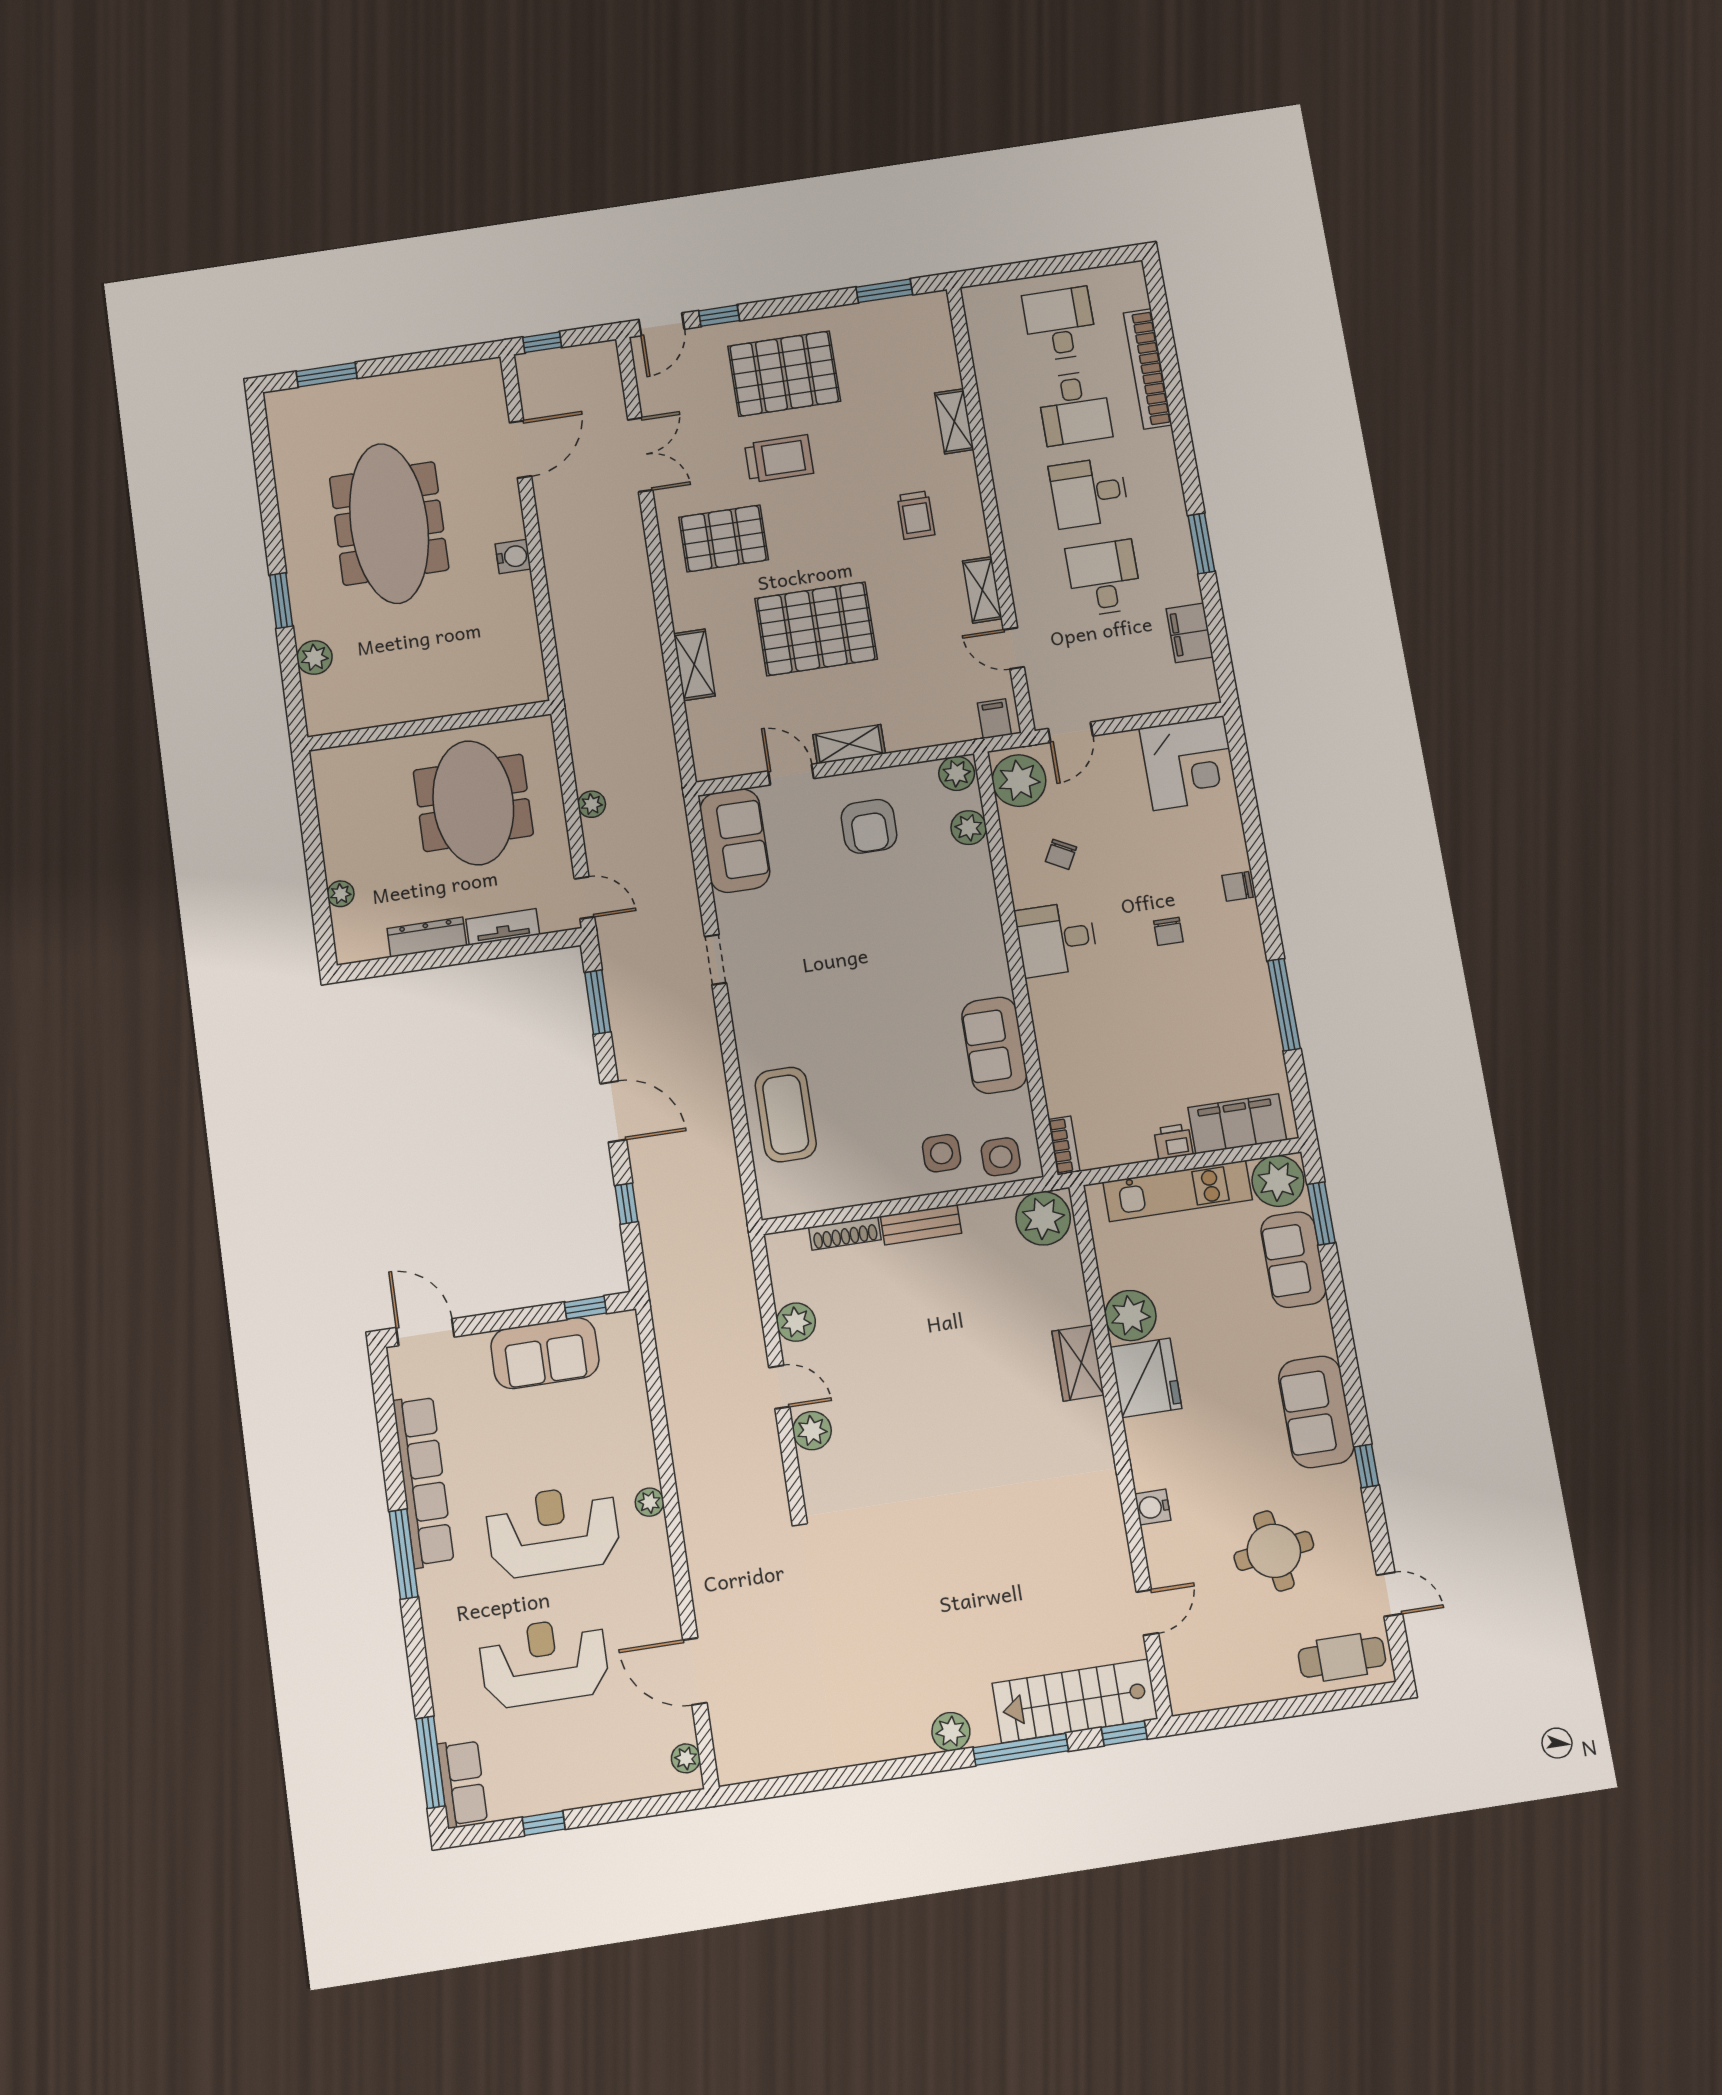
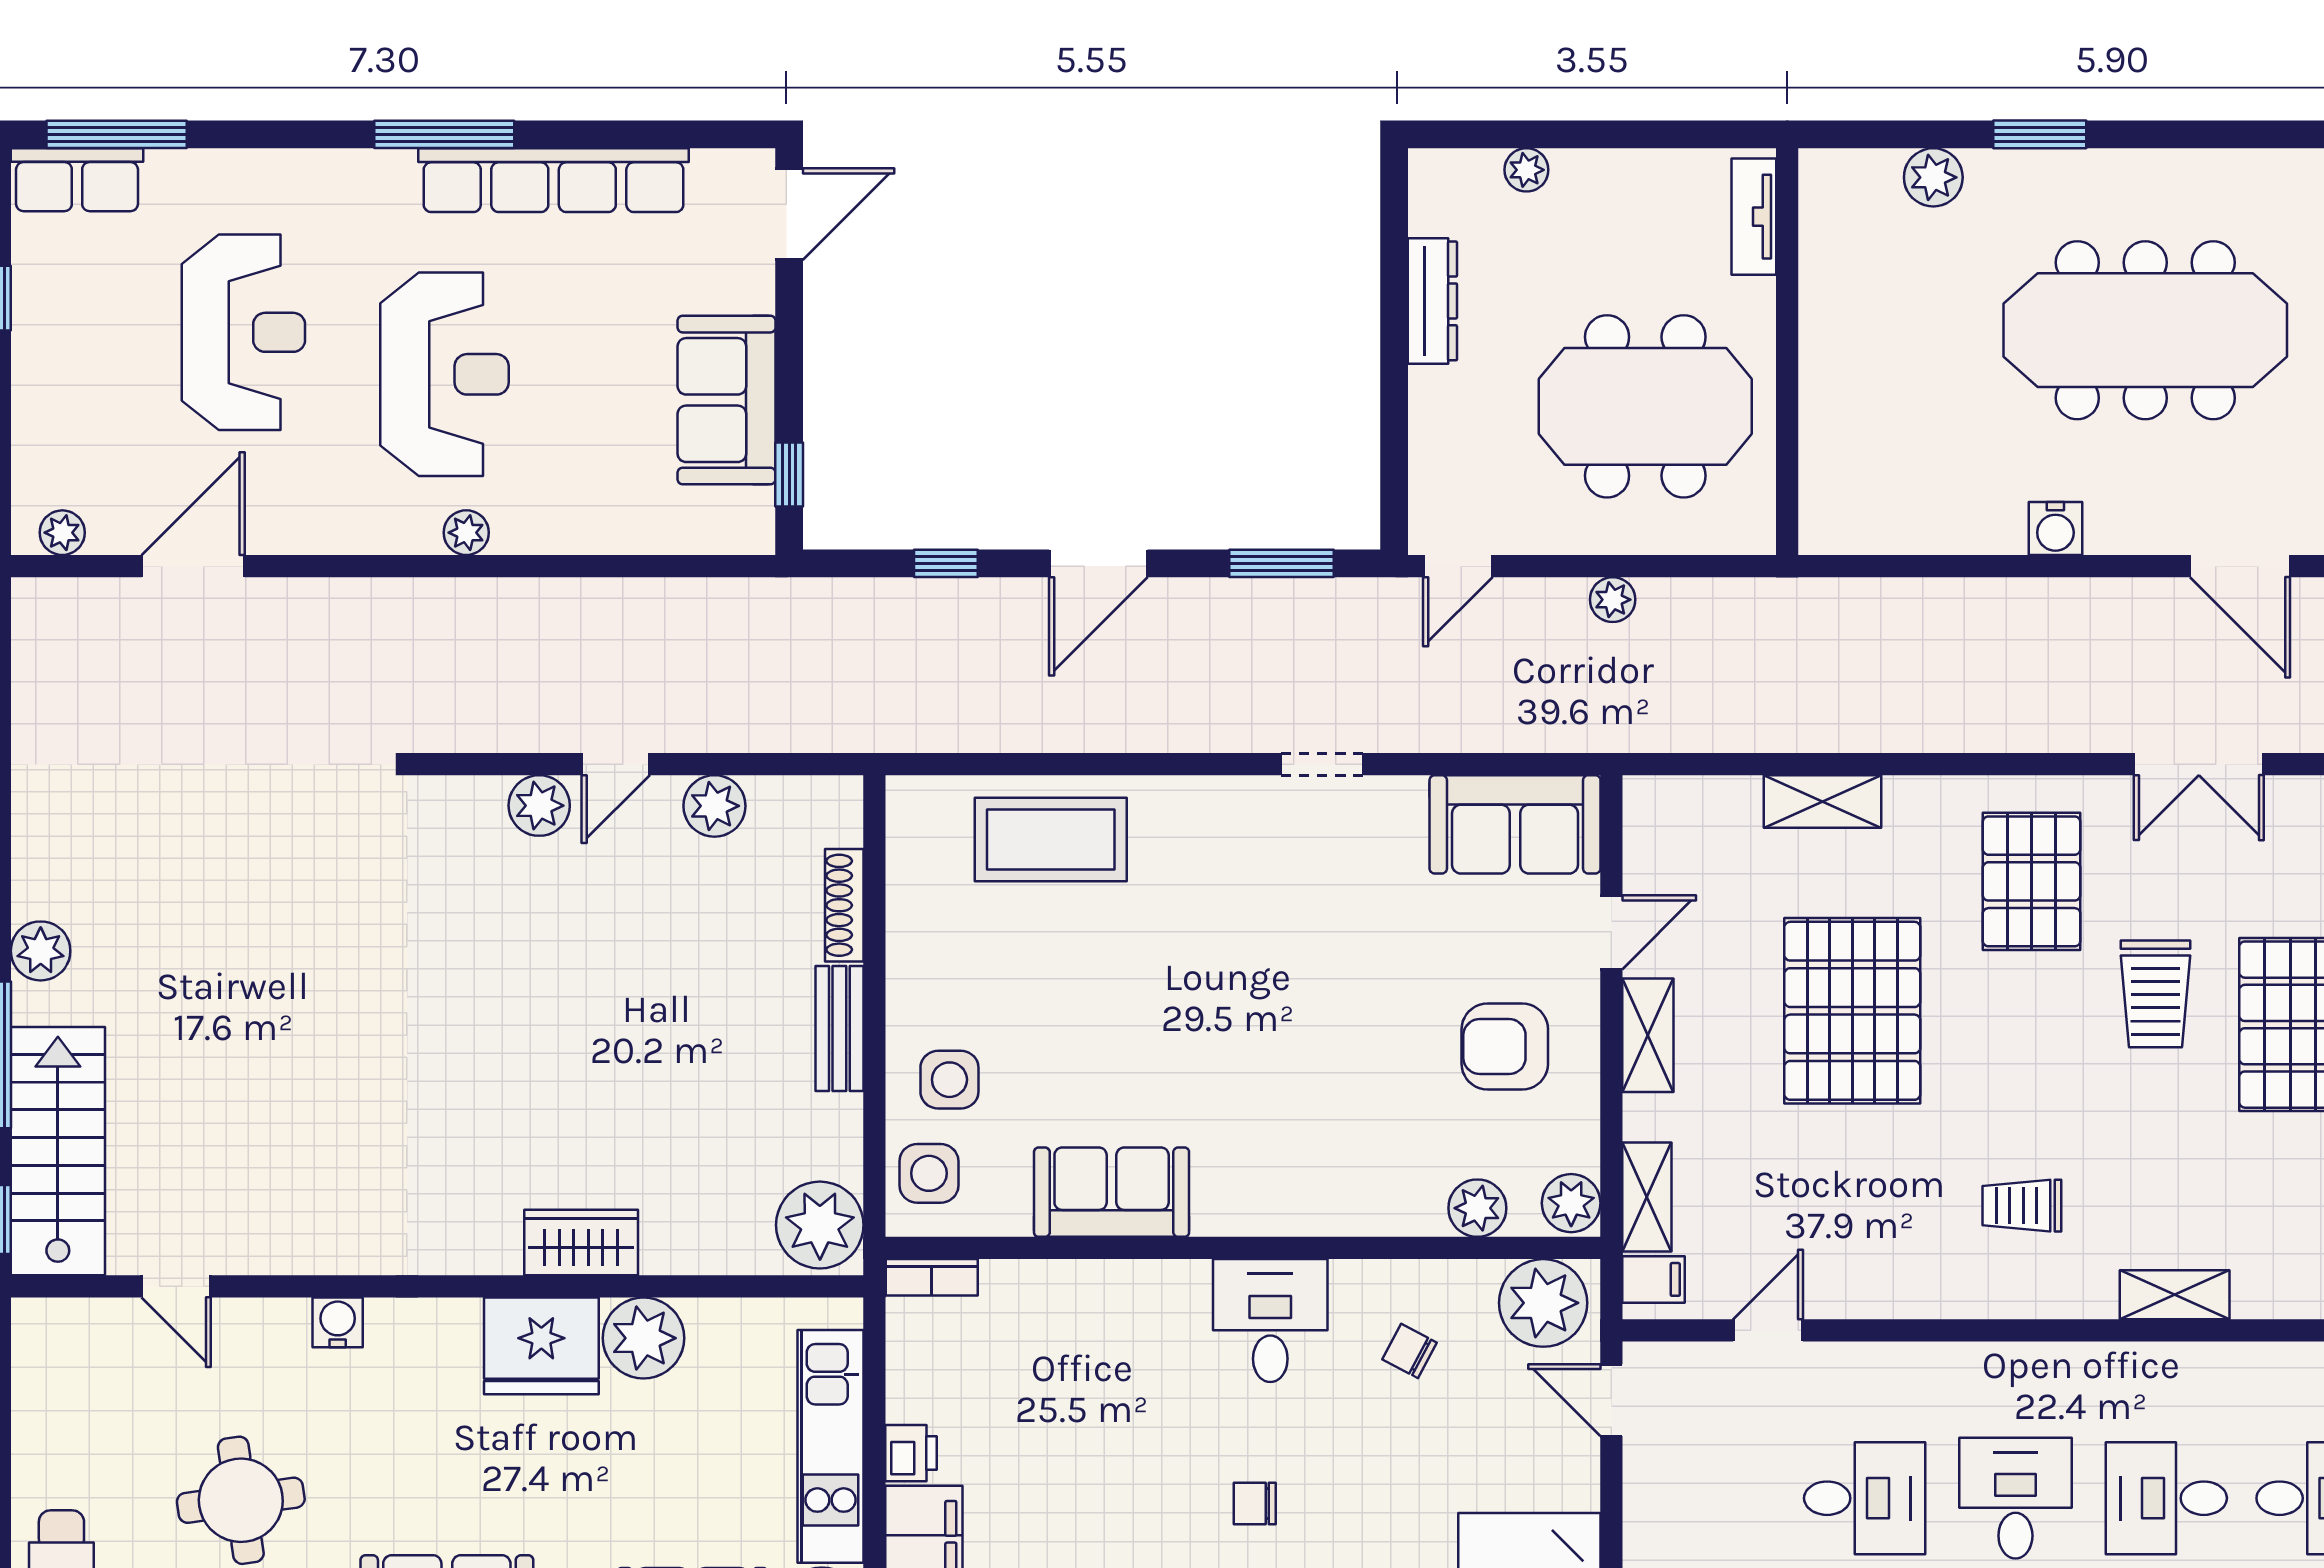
shelving: (982, 590) -> (1647, 1197), moved, turned 90
tv unit: (503, 927) -> (1754, 217), moved, turned 180

